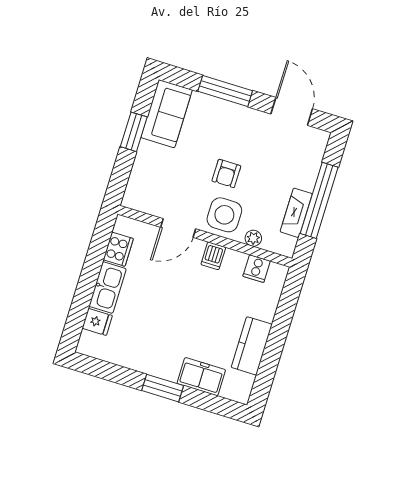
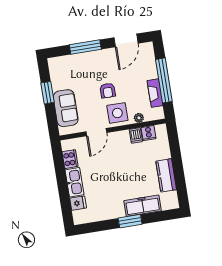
door: (292, 111) -> (126, 40), swing flipped
sofa: (167, 114) -> (66, 108), moved
dishwasher: (213, 256) -> (136, 135), moved
freezer: (201, 377) -> (143, 206), width x1.40

